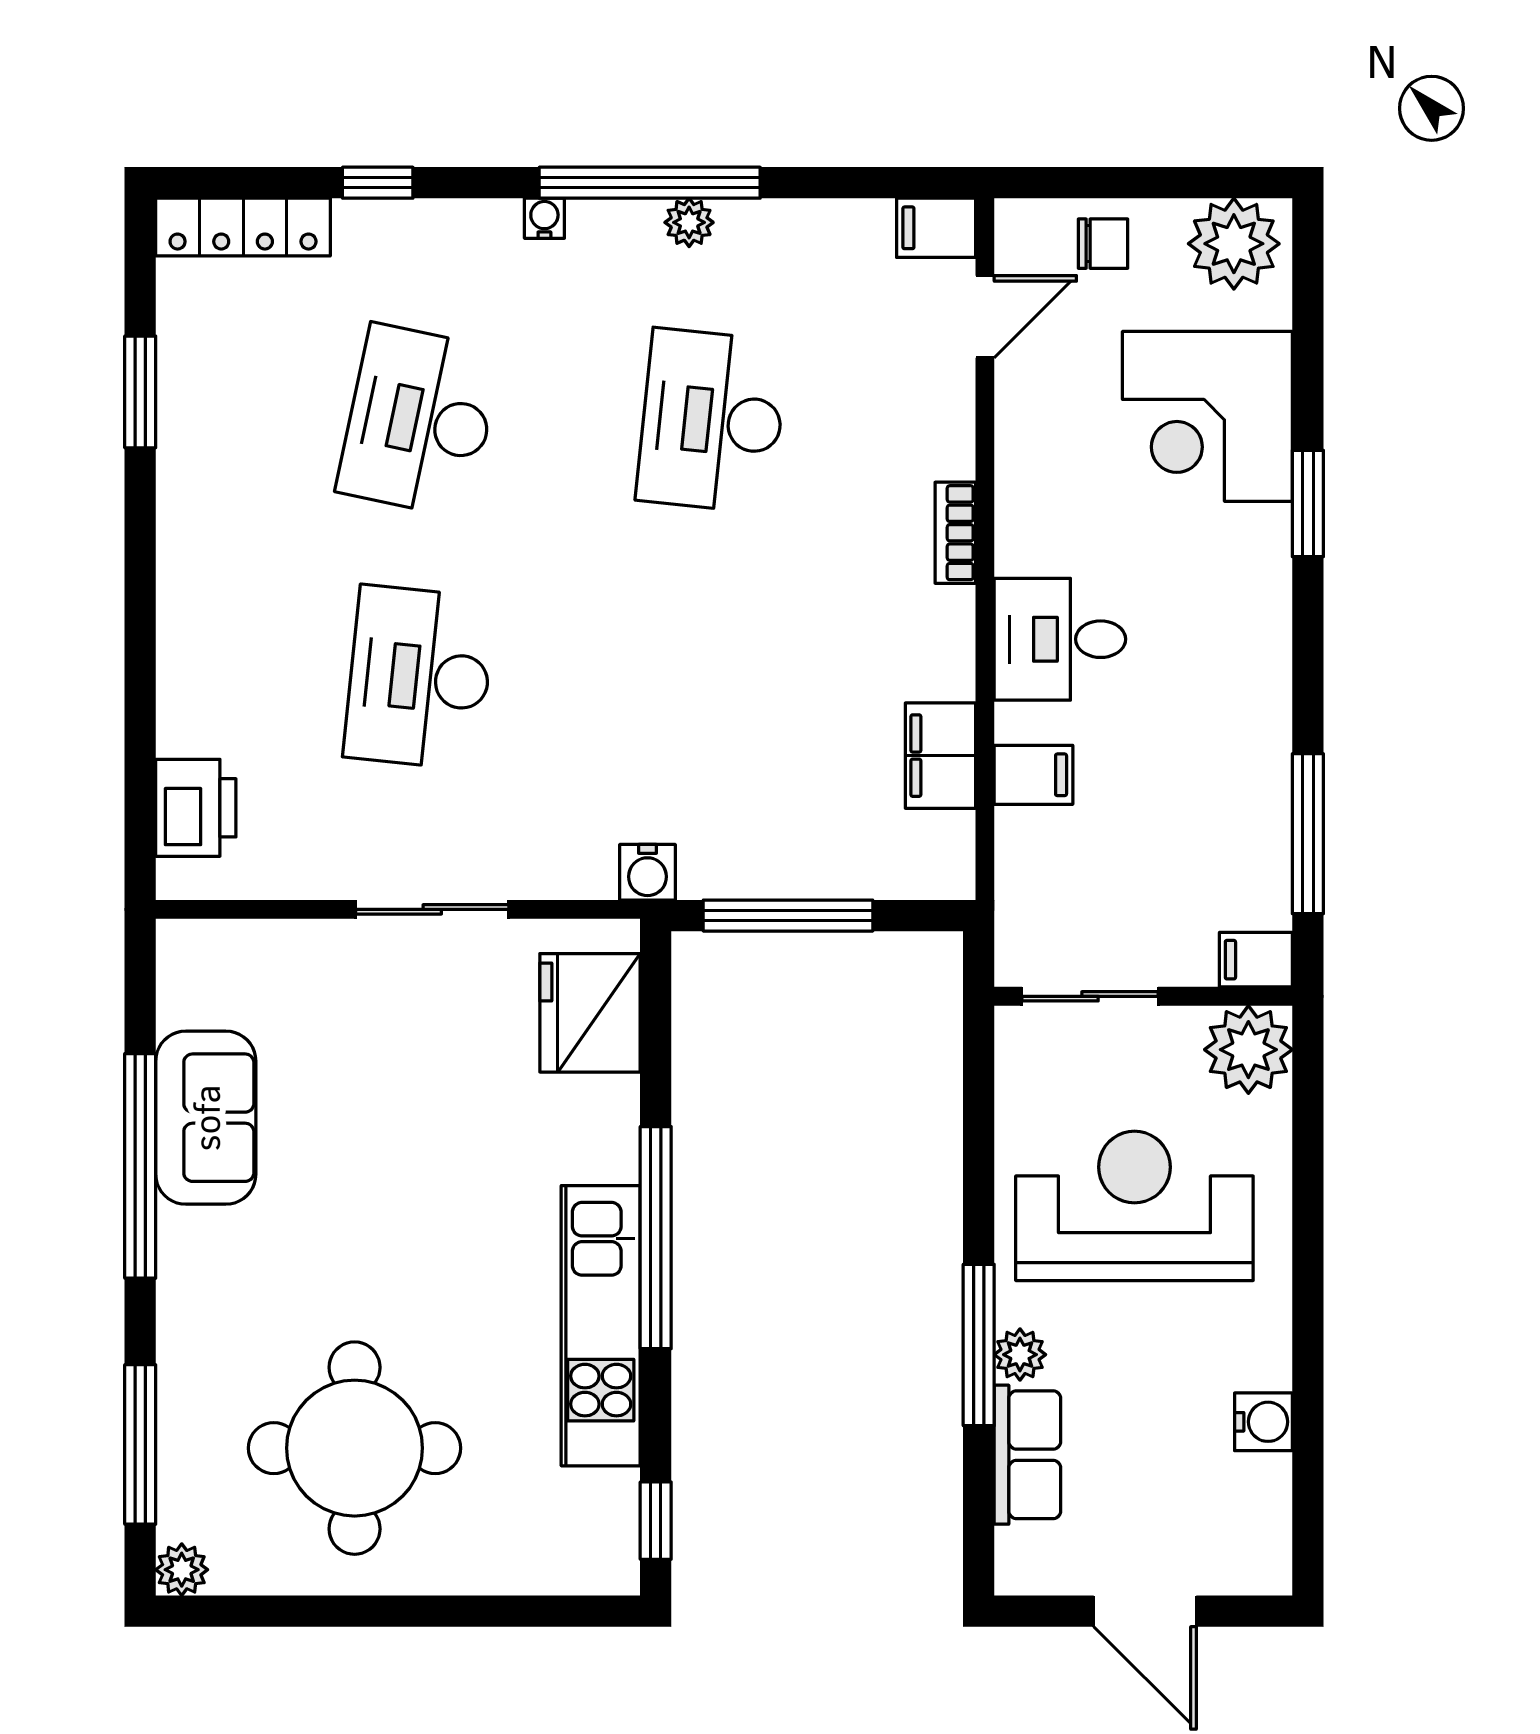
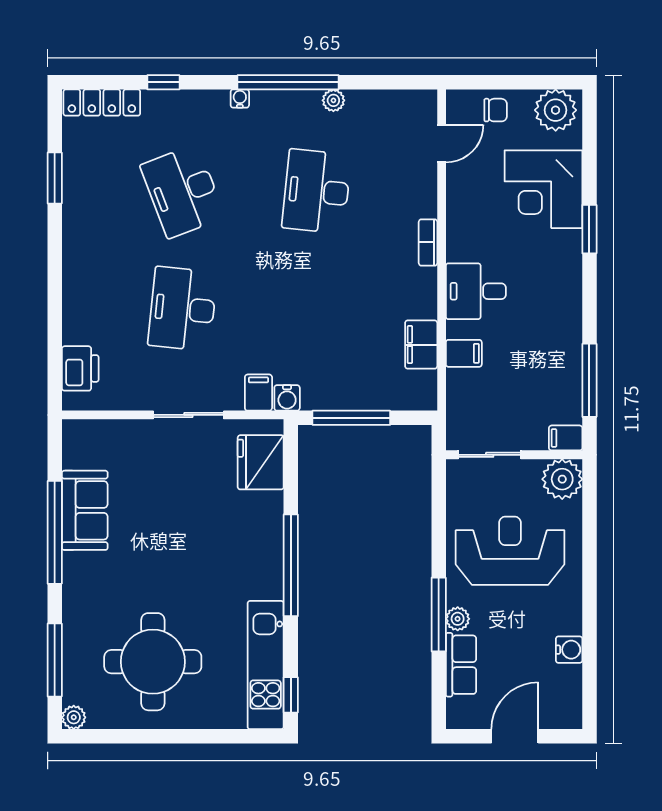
plant: (689, 222) -> (333, 100), moved
filing cabinet: (936, 228) -> (258, 393), moved, turned 90
desk: (419, 421) -> (183, 191), turned -33
kitchen unit: (601, 1326) -> (266, 665), moved
door: (1145, 1611) -> (515, 736), swing flipped

